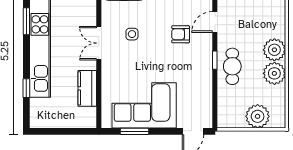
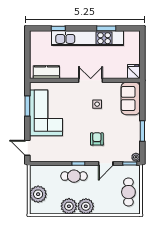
door: (215, 22) -> (106, 164), swing flipped
kitchen counter: (87, 88) -> (46, 72), moved

